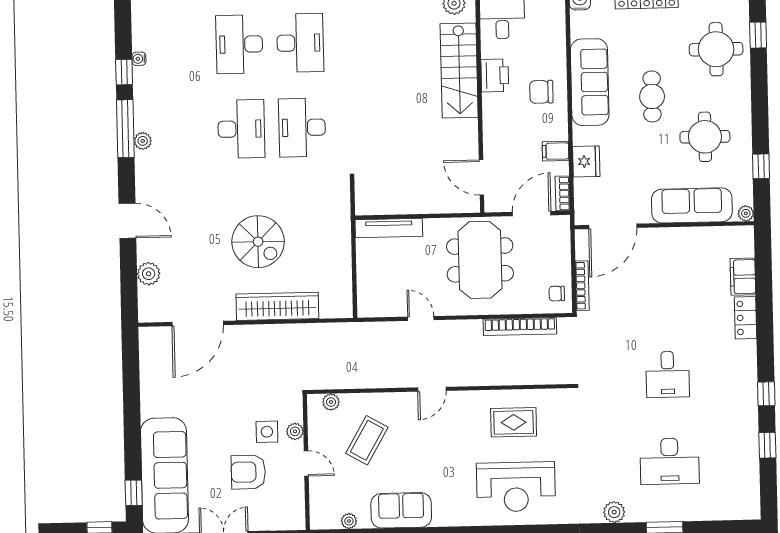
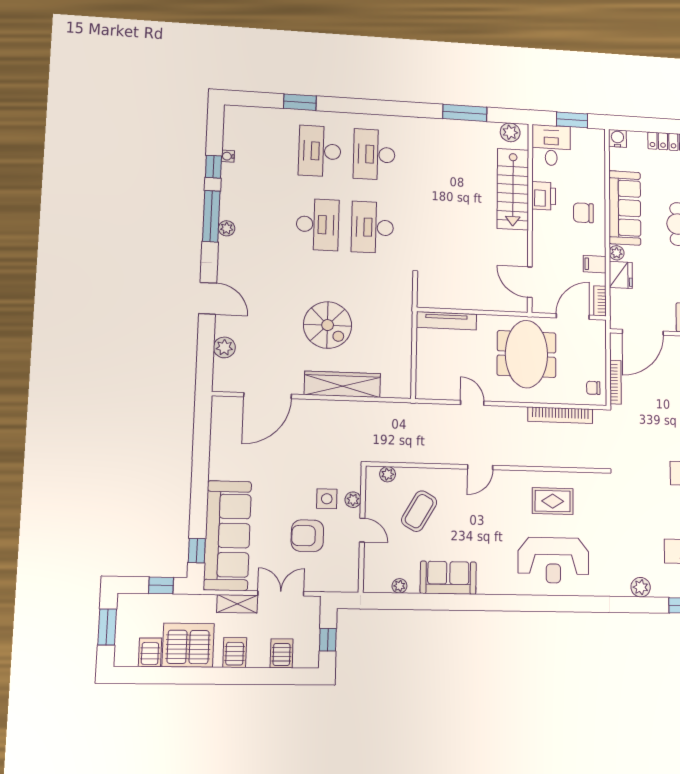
desk: (300, 43) -> (374, 154), turned 180
plant: (581, 136) -> (617, 253), added

